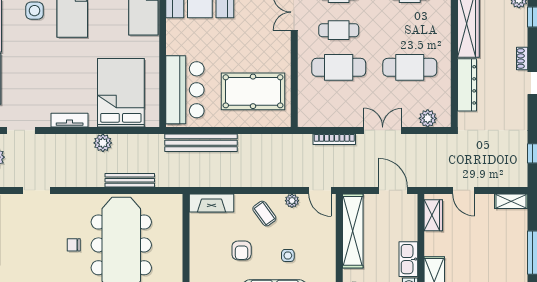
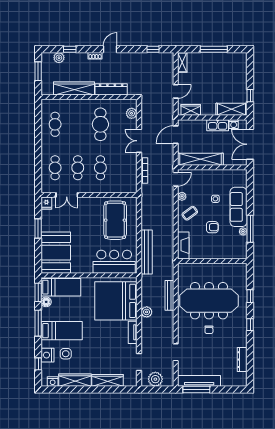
cafe table: (339, 67) -> (100, 168), width x0.73, depth x0.74
bed: (121, 93) -> (116, 301), width x1.36

